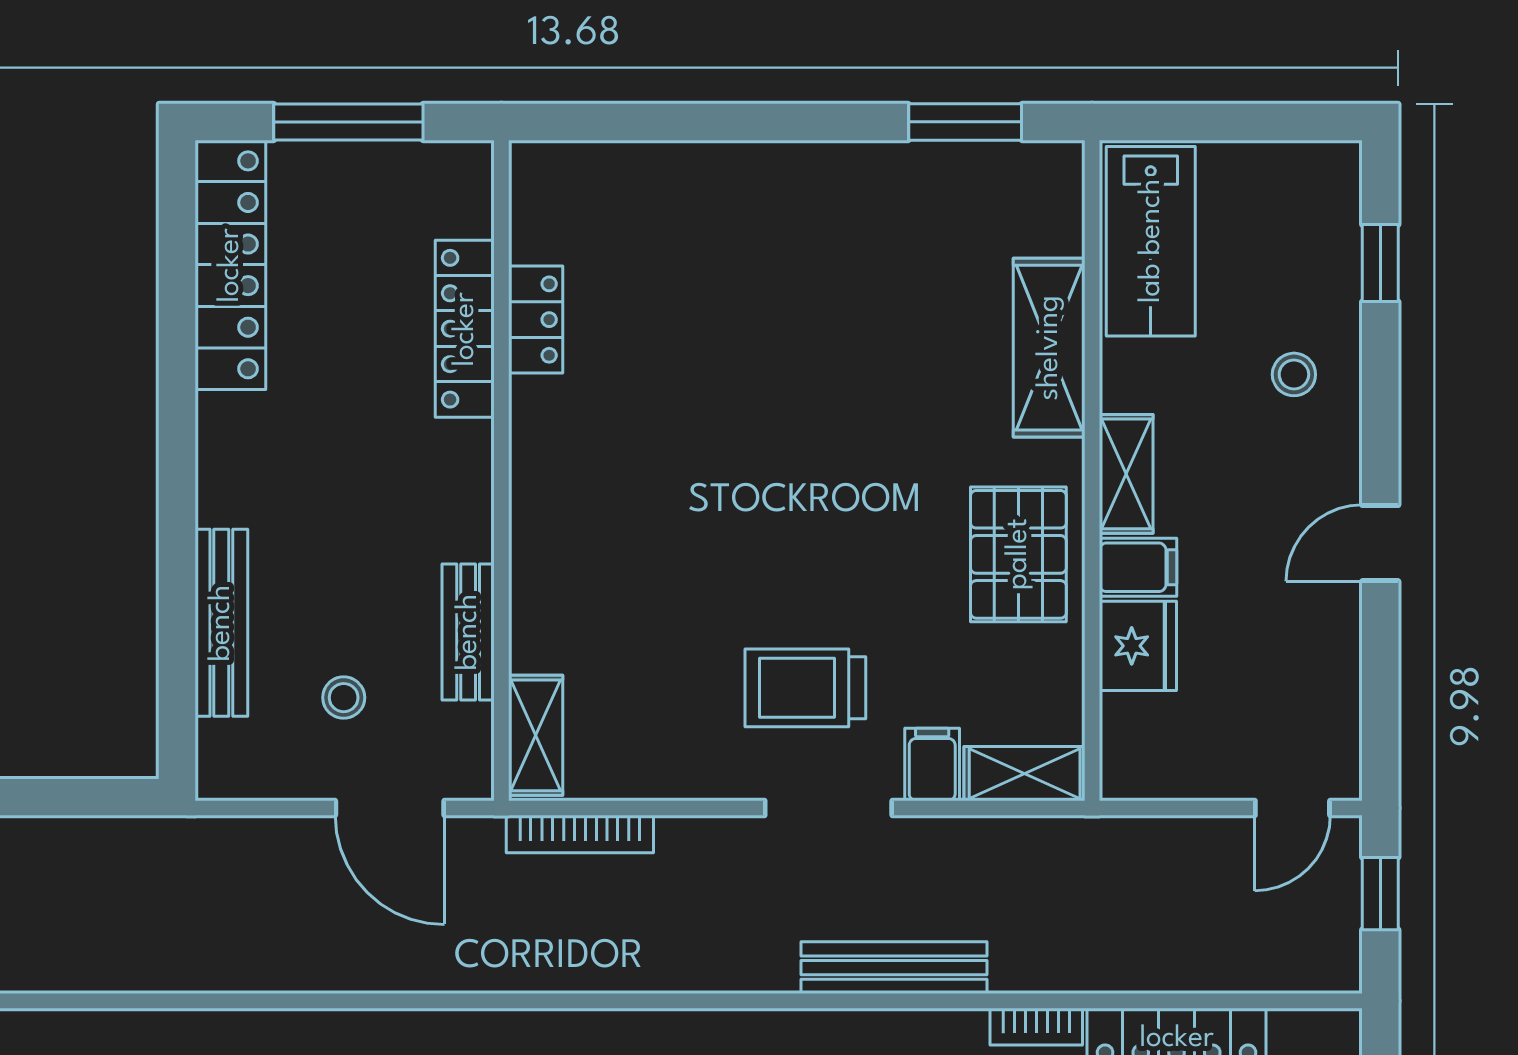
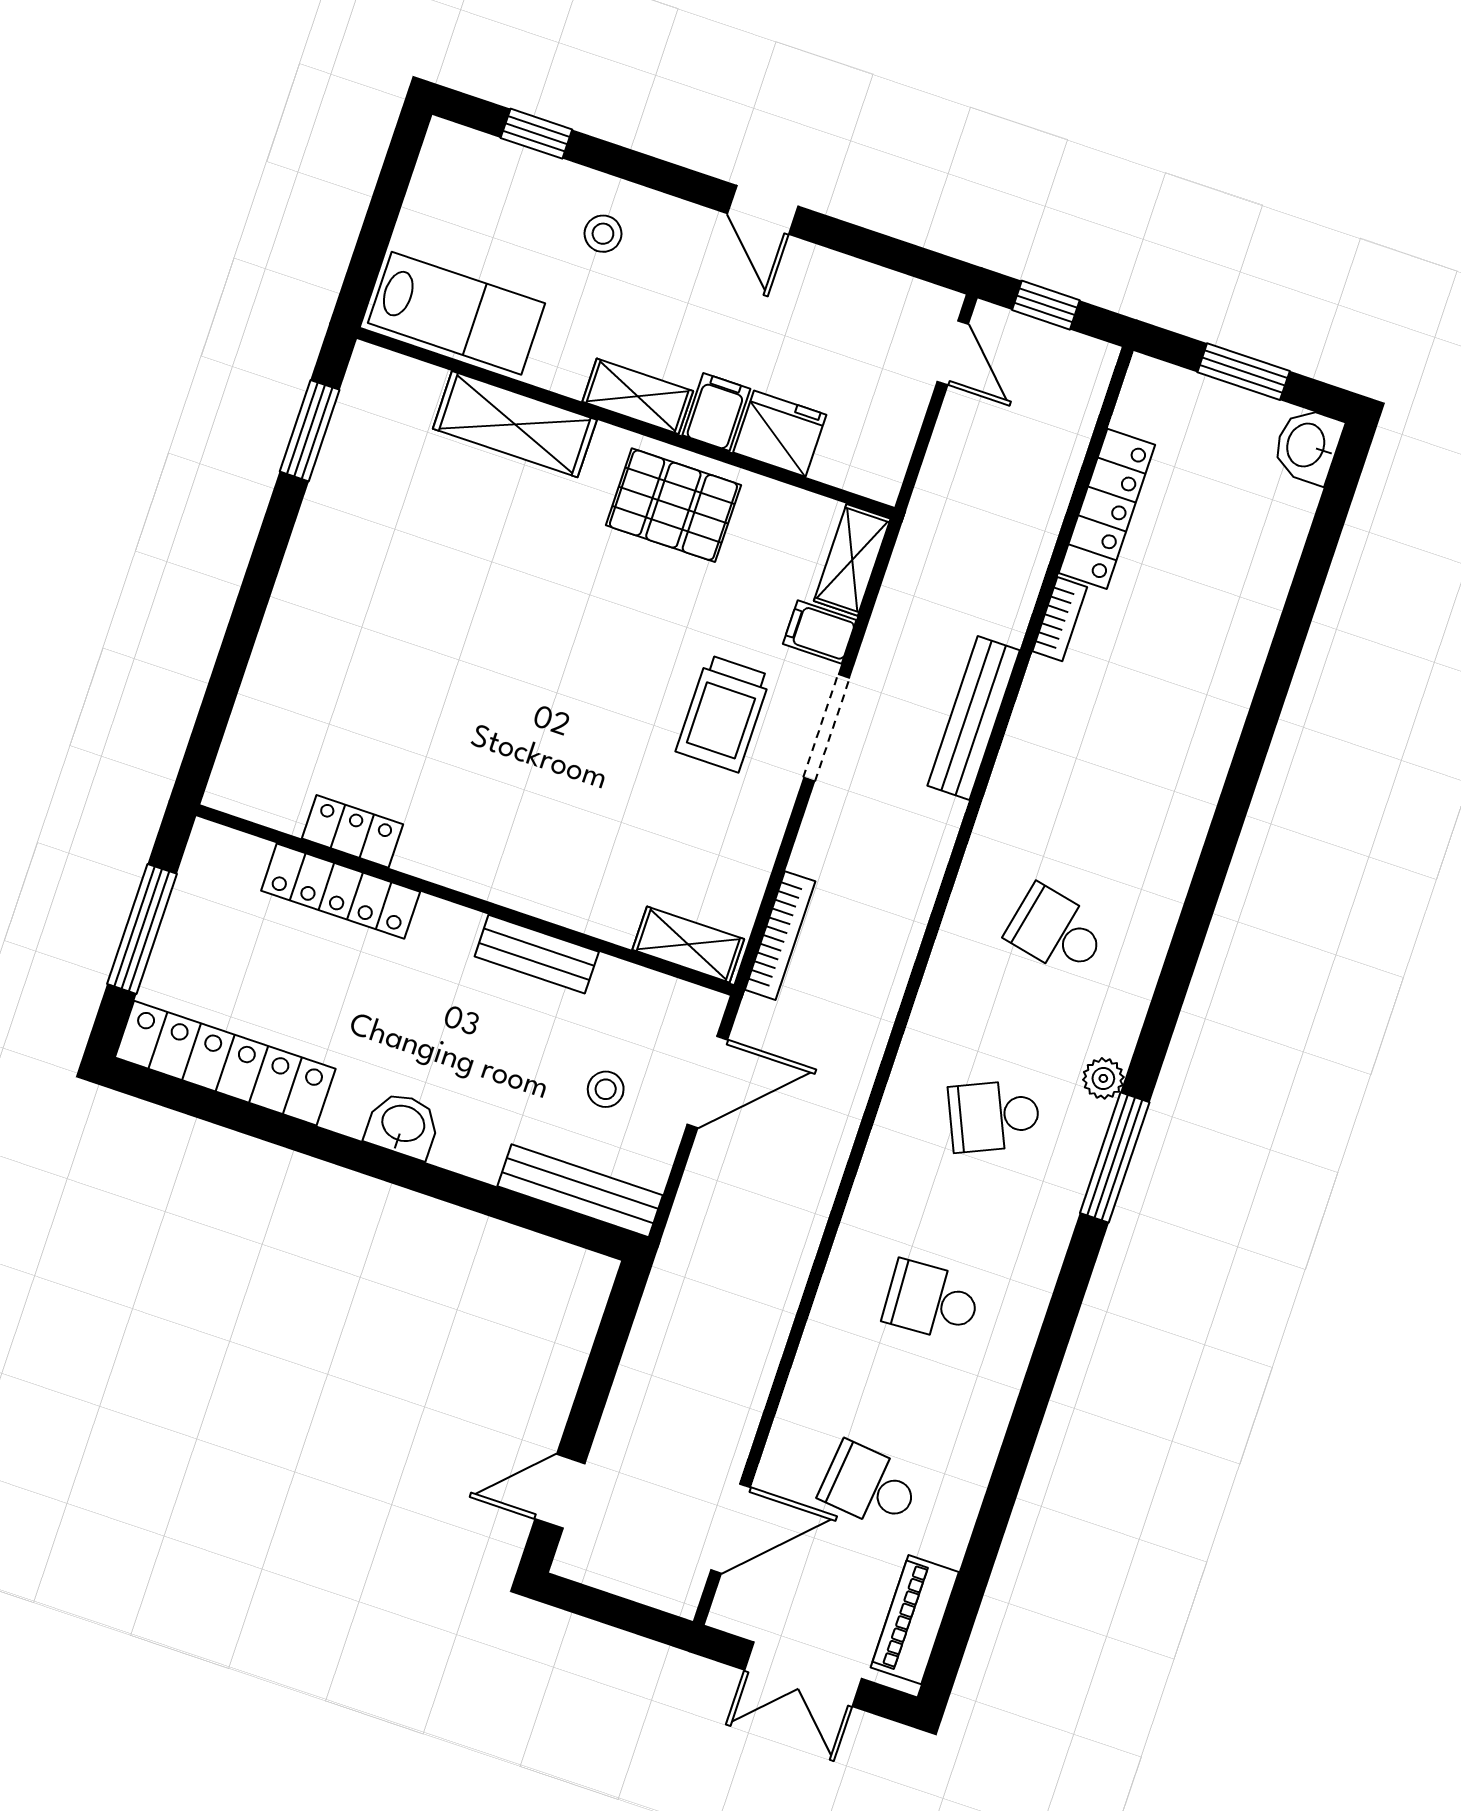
washbasin: (228, 485) -> (403, 1125), added
bench: (221, 623) -> (580, 1191), moved
bench: (468, 632) -> (537, 954), moved

